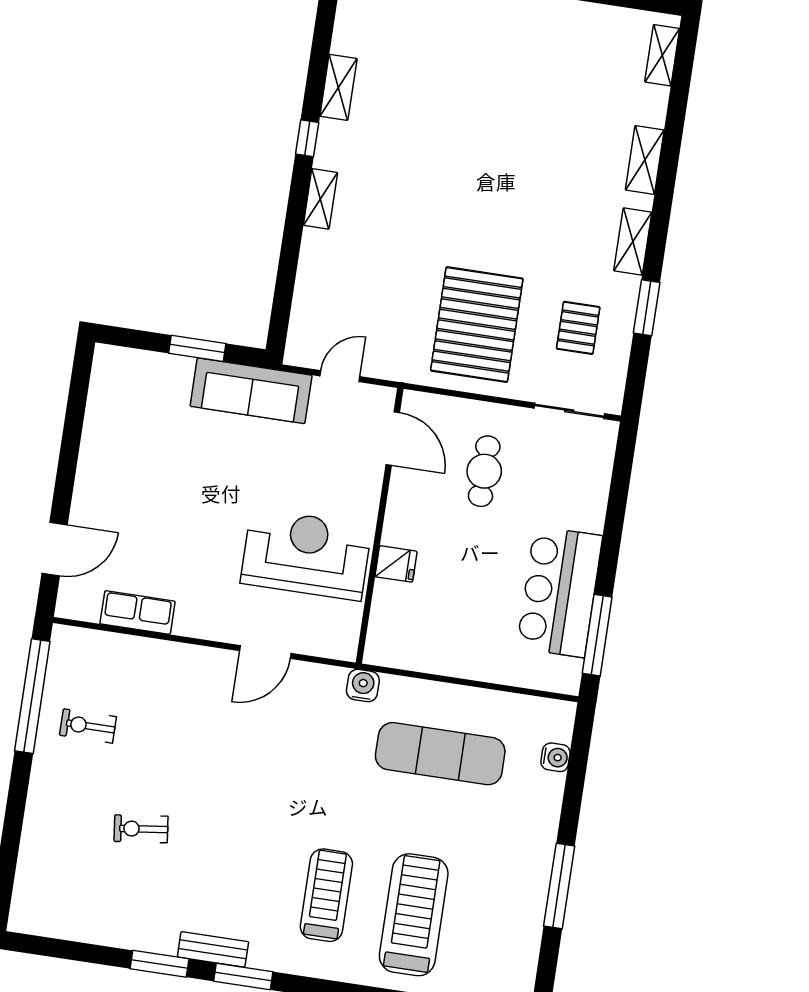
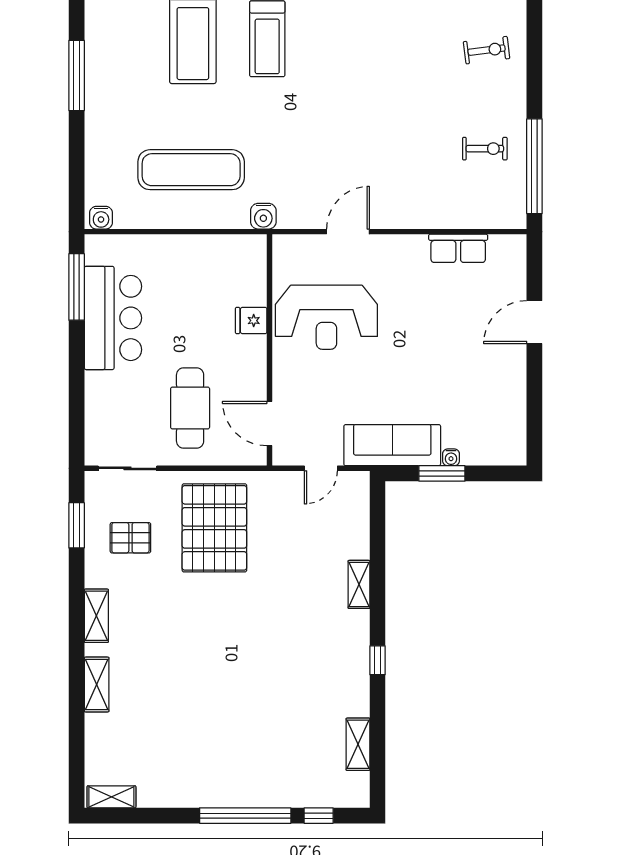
shelving: (662, 55) -> (111, 797), moved, turned 90
shelving: (338, 87) -> (358, 744), moved
shelving: (320, 199) -> (359, 584), moved
window: (647, 308) -> (77, 525), moved
pallet: (578, 328) -> (130, 538), turned 90
water cooler: (184, 366) -> (451, 457), added
cafe table: (484, 471) -> (190, 408), width x1.37, depth x1.35
door: (55, 549) -> (534, 322), moved
water cooler: (555, 757) -> (101, 218), moved, turned -90
exercise bike: (141, 829) -> (487, 50), moved

